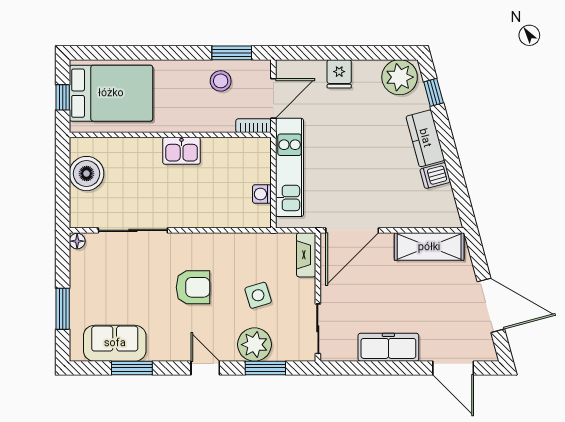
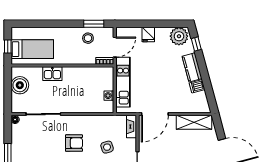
bed: (111, 93) -> (32, 49), width x0.67
kitchen sink: (182, 151) -> (52, 74), moved

